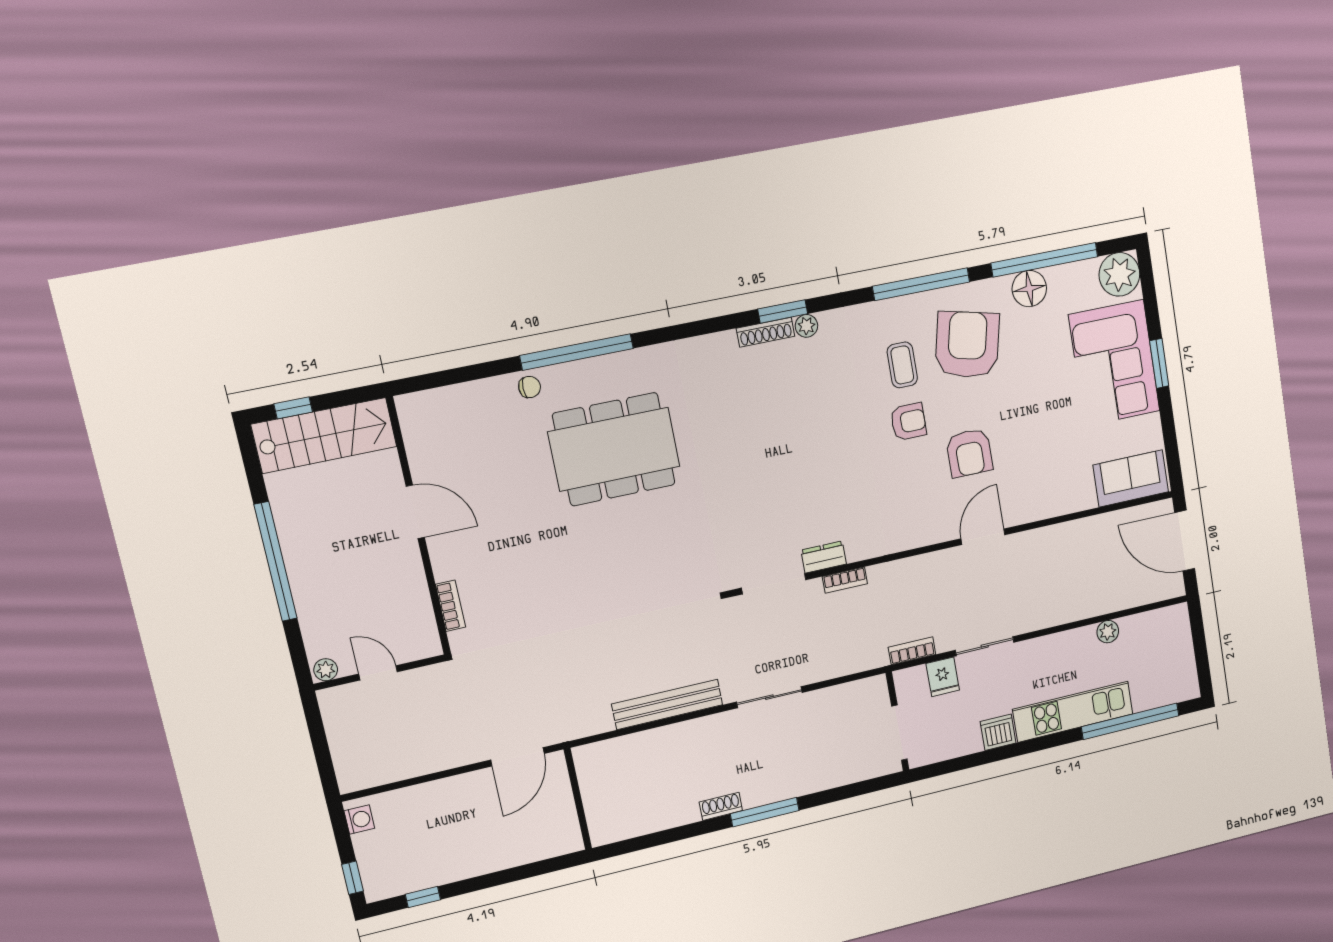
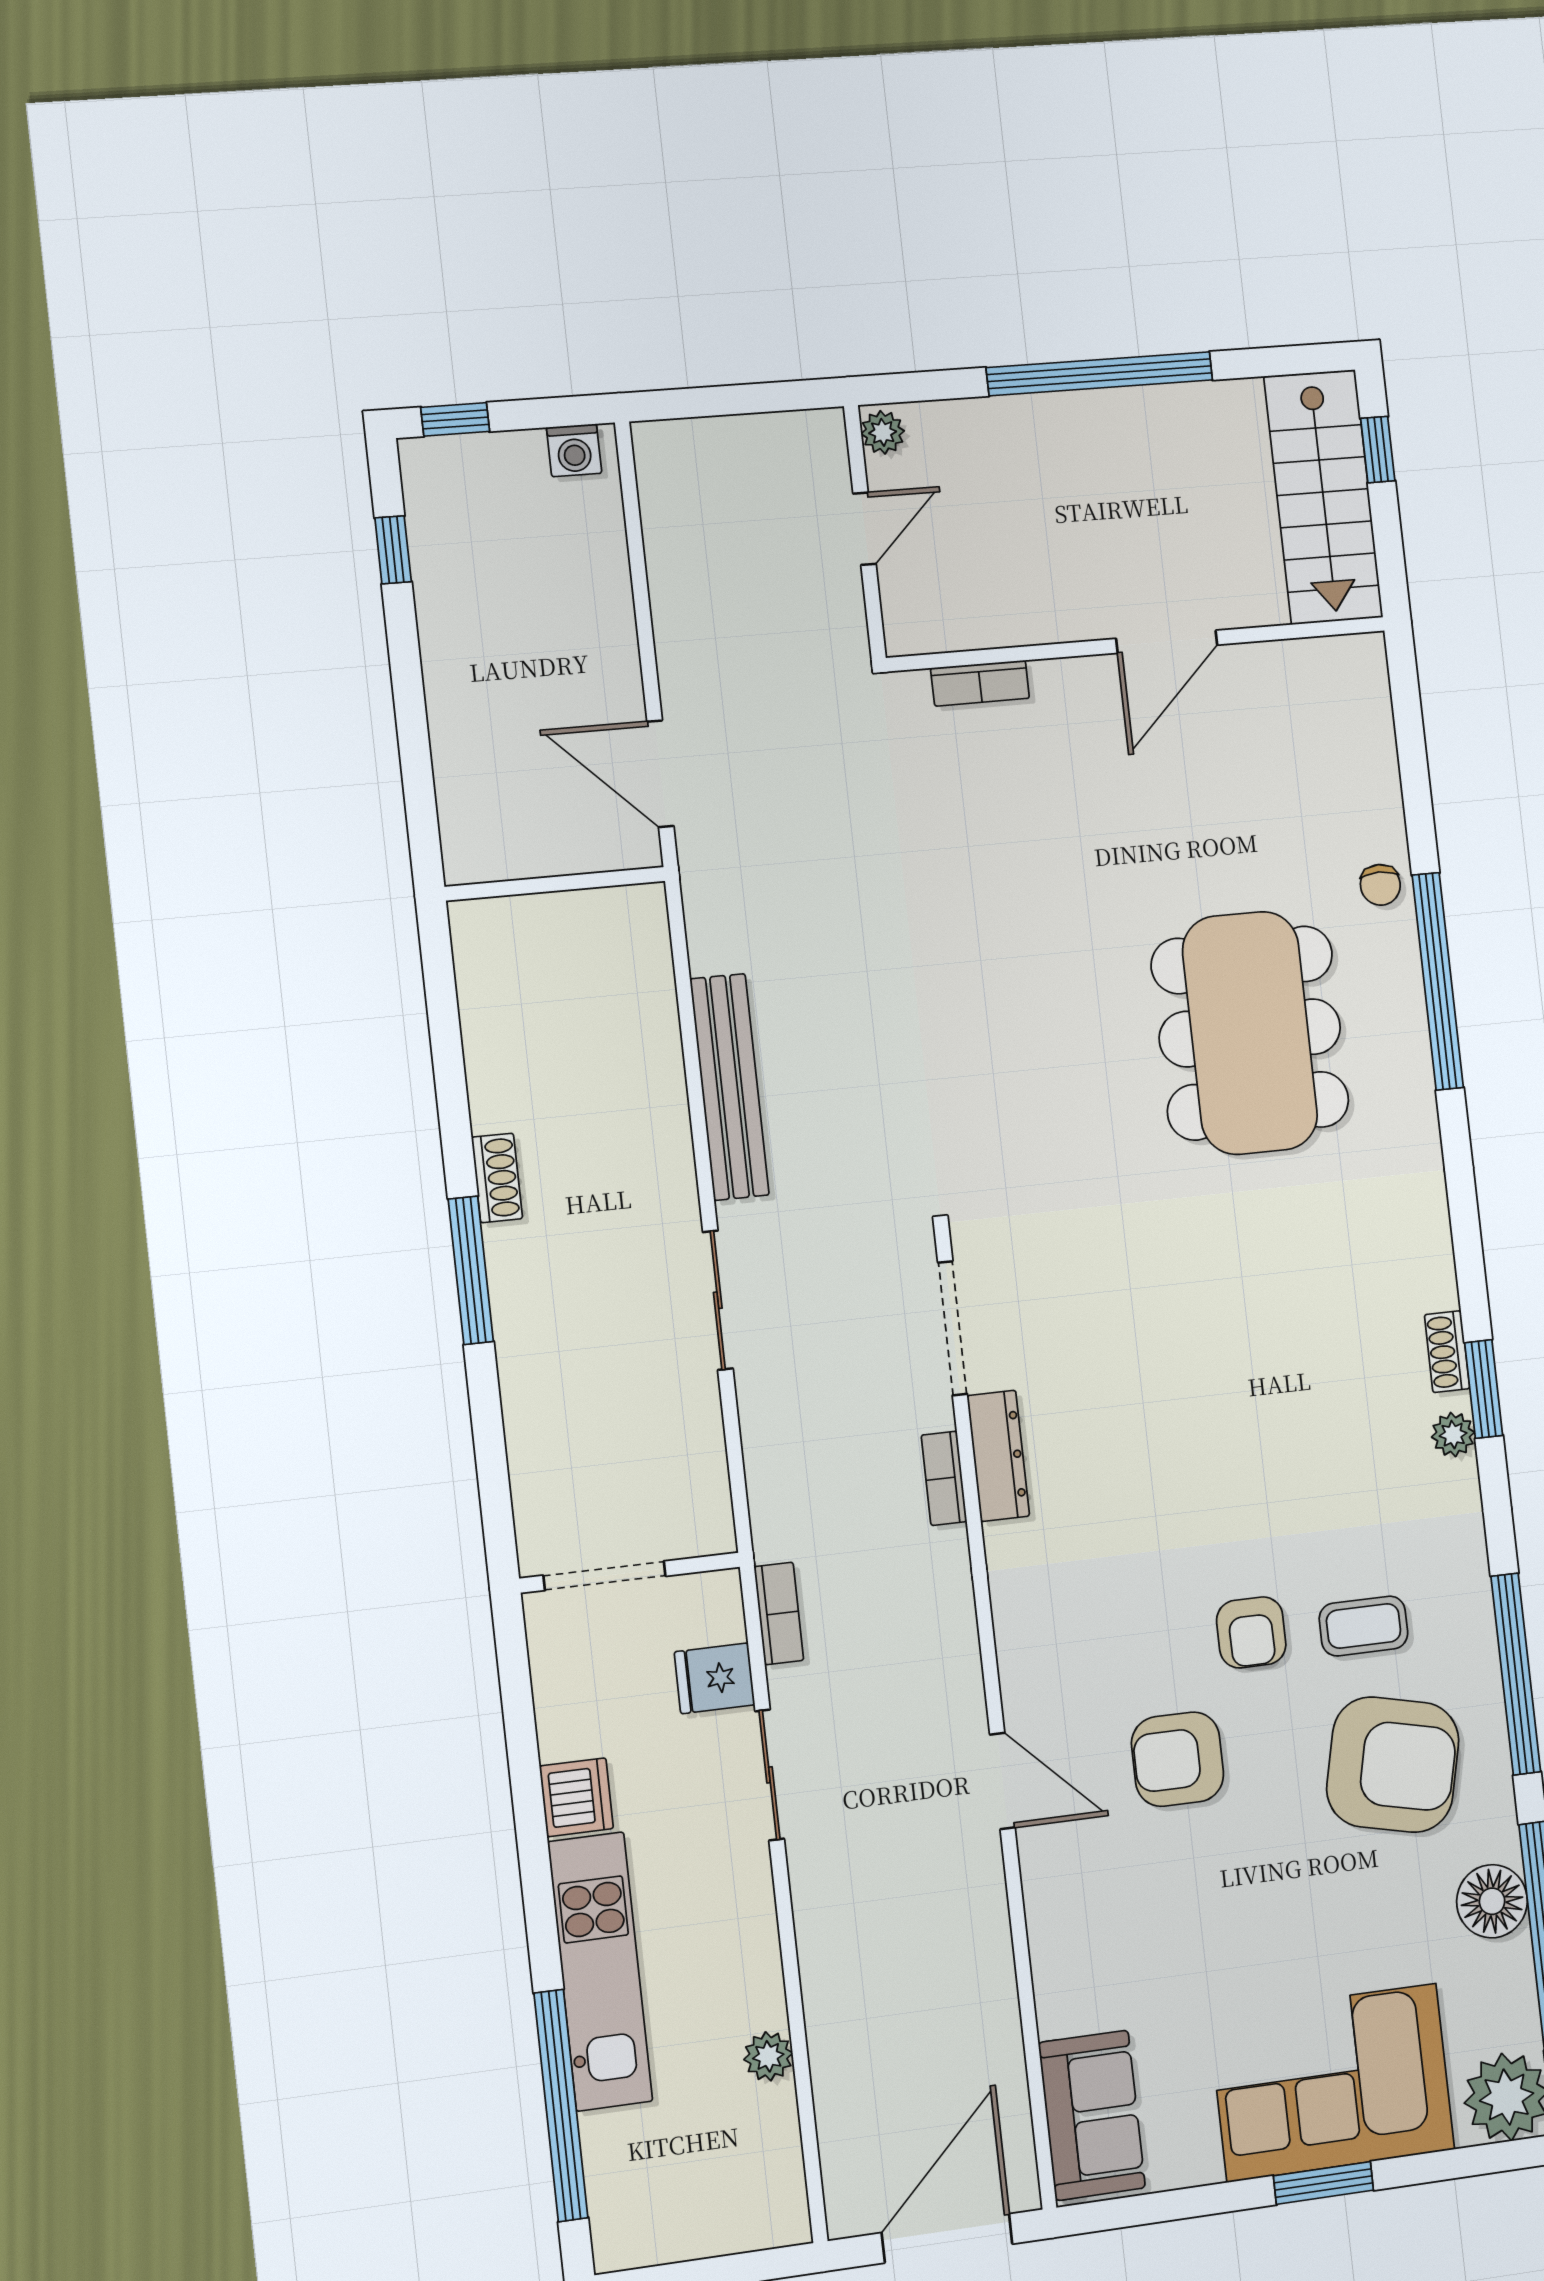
shoe rack: (766, 332) -> (1447, 1352), width x0.70
dresser: (824, 557) -> (998, 1456), width x1.44

